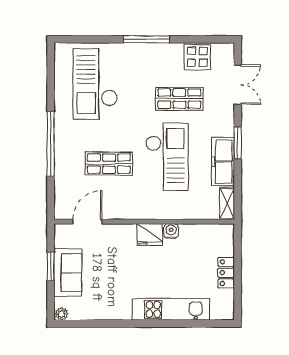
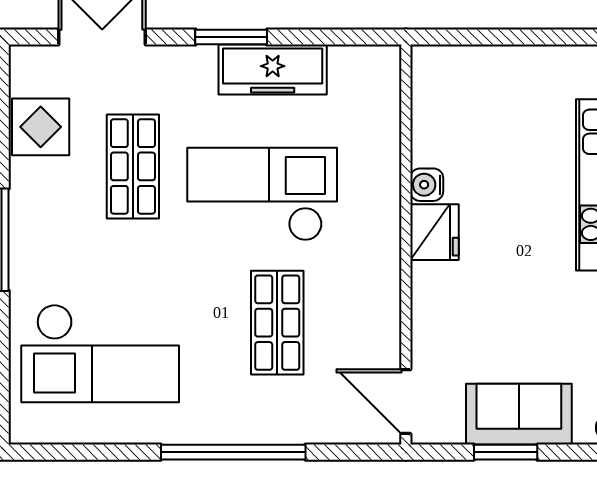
shelving: (227, 203) -> (365, 61), removed
door: (87, 222) -> (406, 402), moved
locker: (226, 273) -> (519, 63), removed

